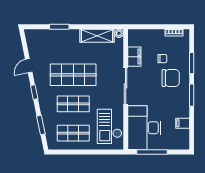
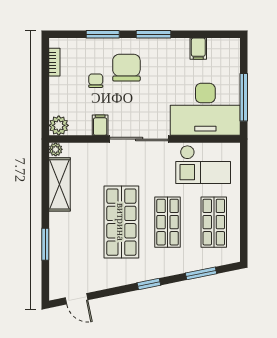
plant: (134, 35) -> (59, 125), added
filing cabinet: (134, 57) -> (100, 125), width x0.50
door: (29, 66) -> (77, 299), moved

